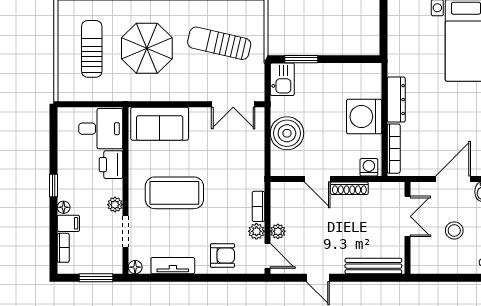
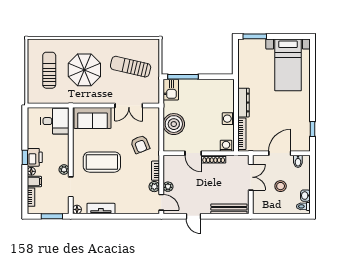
window: (301, 59) -> (183, 77), width x1.44
double door: (233, 104) -> (129, 105), moved
washing machine: (364, 117) -> (228, 119), width x0.53, depth x0.53
printer: (111, 165) -> (35, 157), moved, turned 180
armchair: (222, 255) -> (140, 144), moved, turned 68

